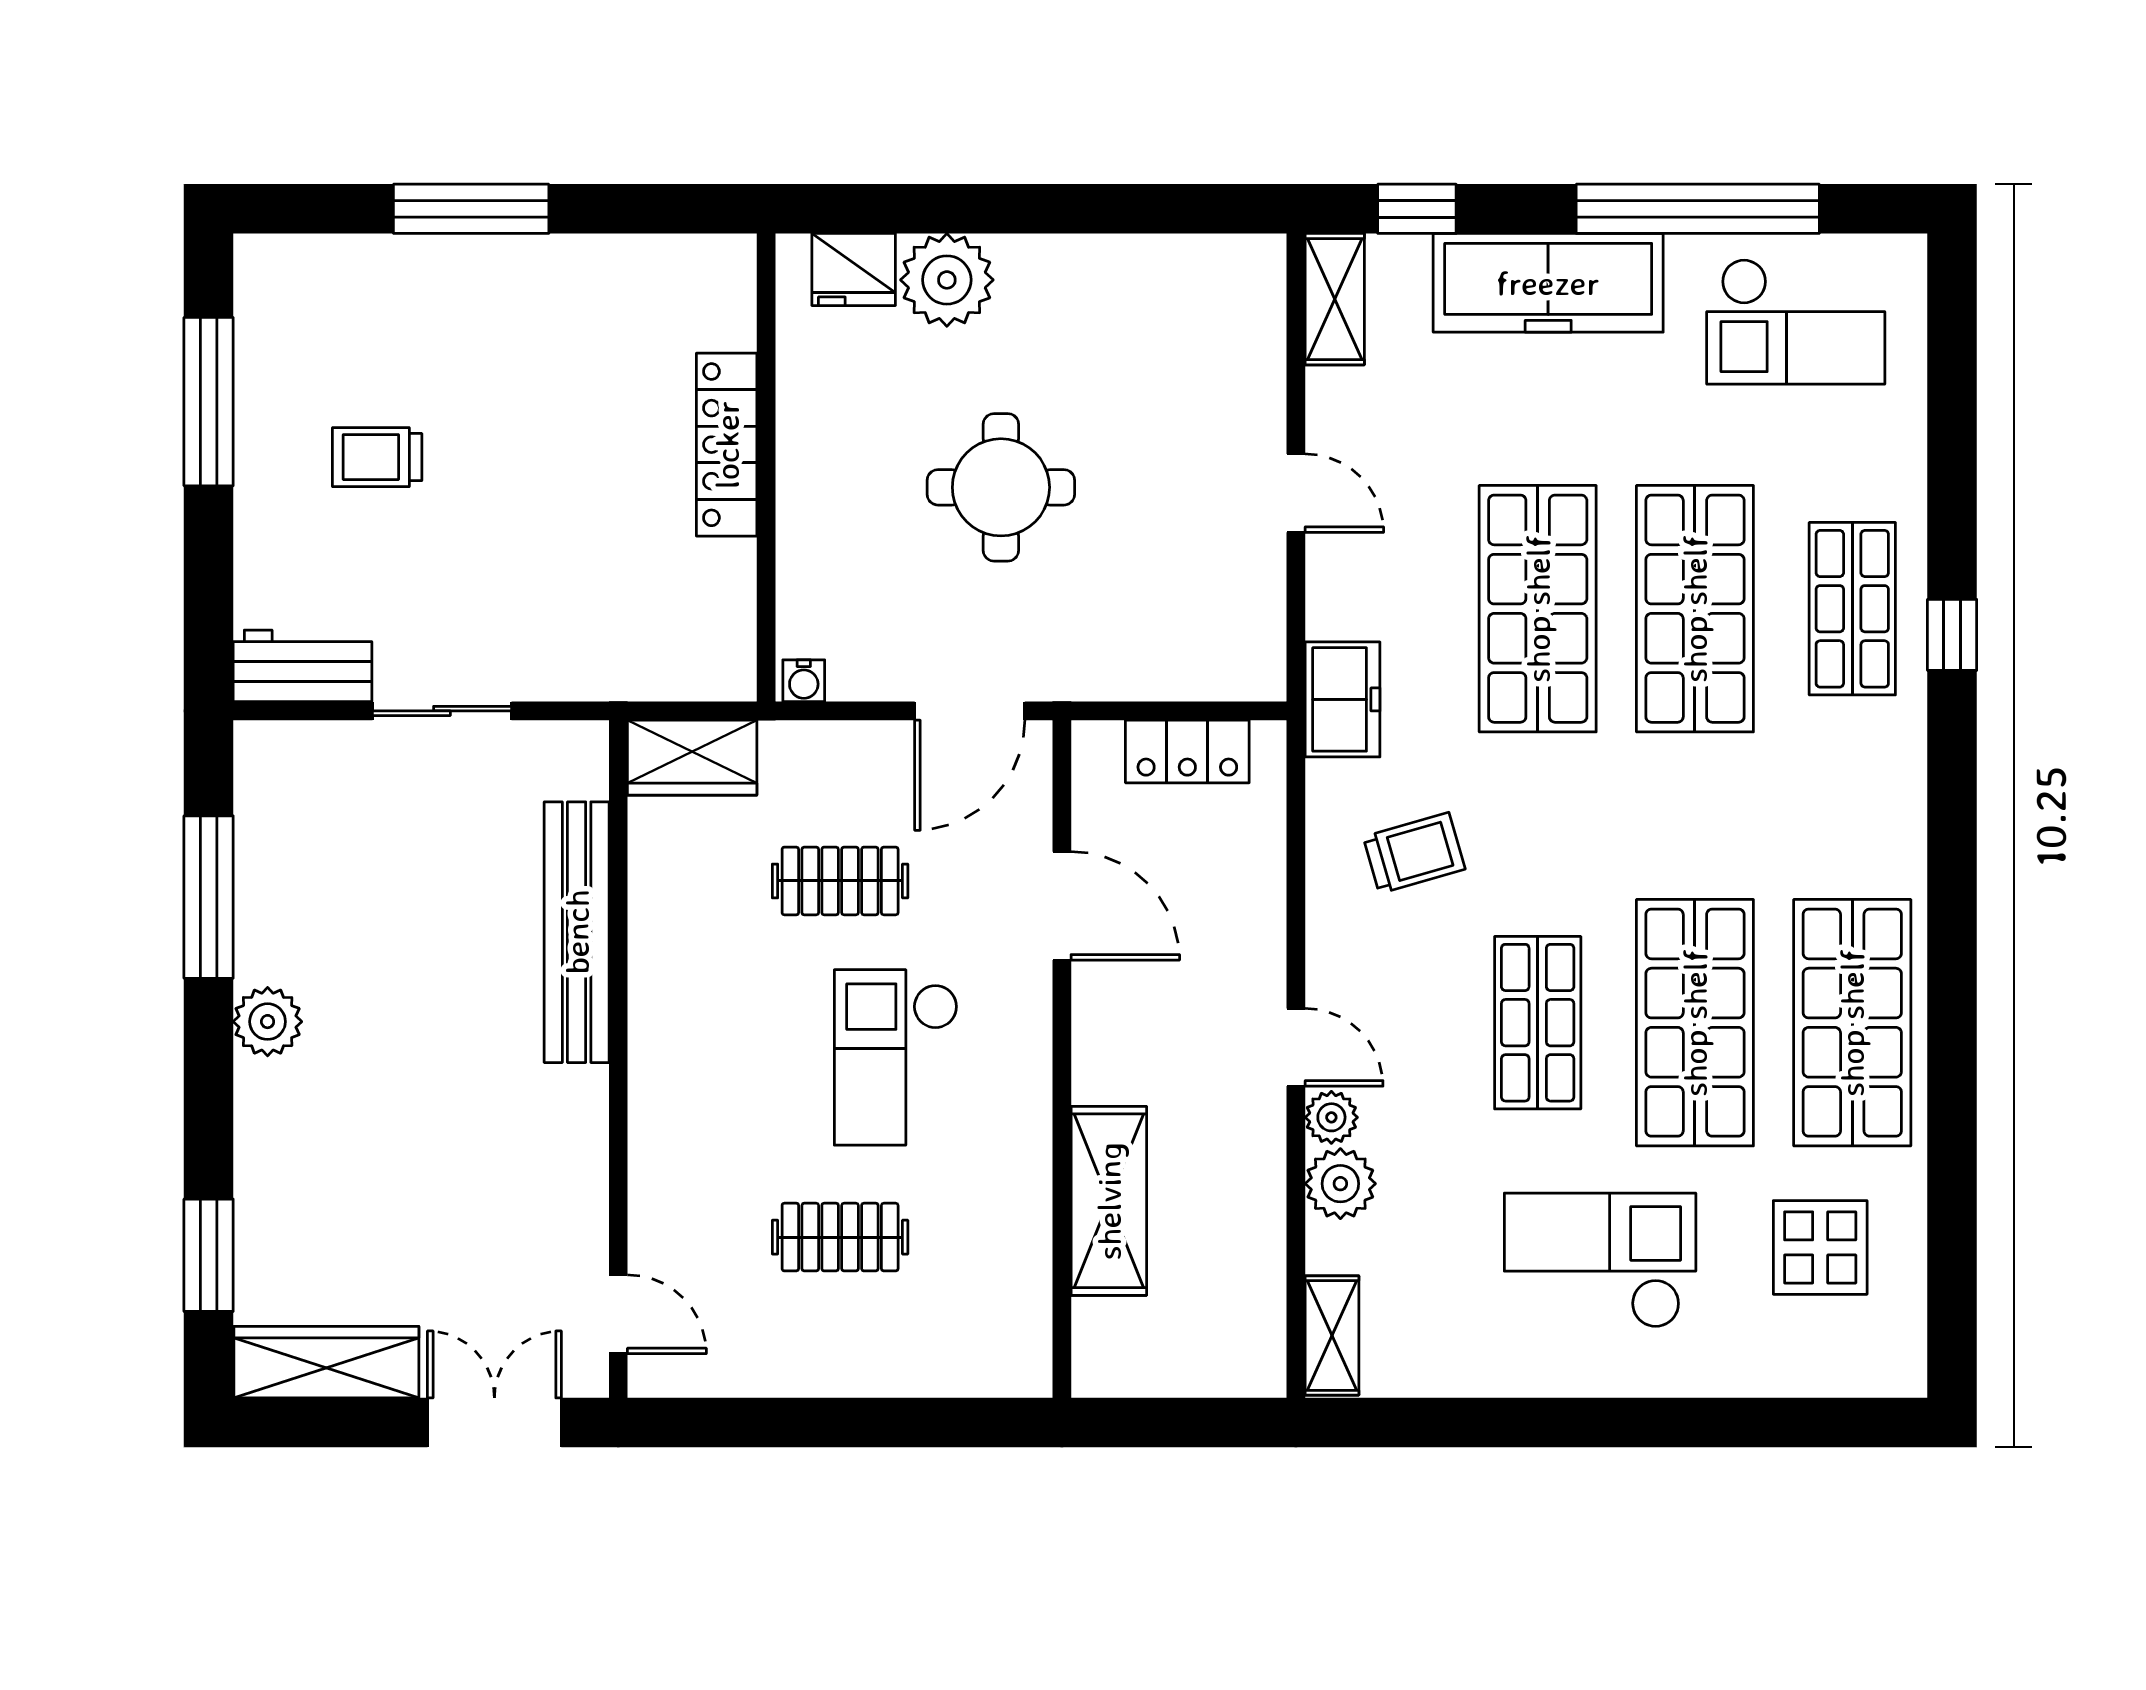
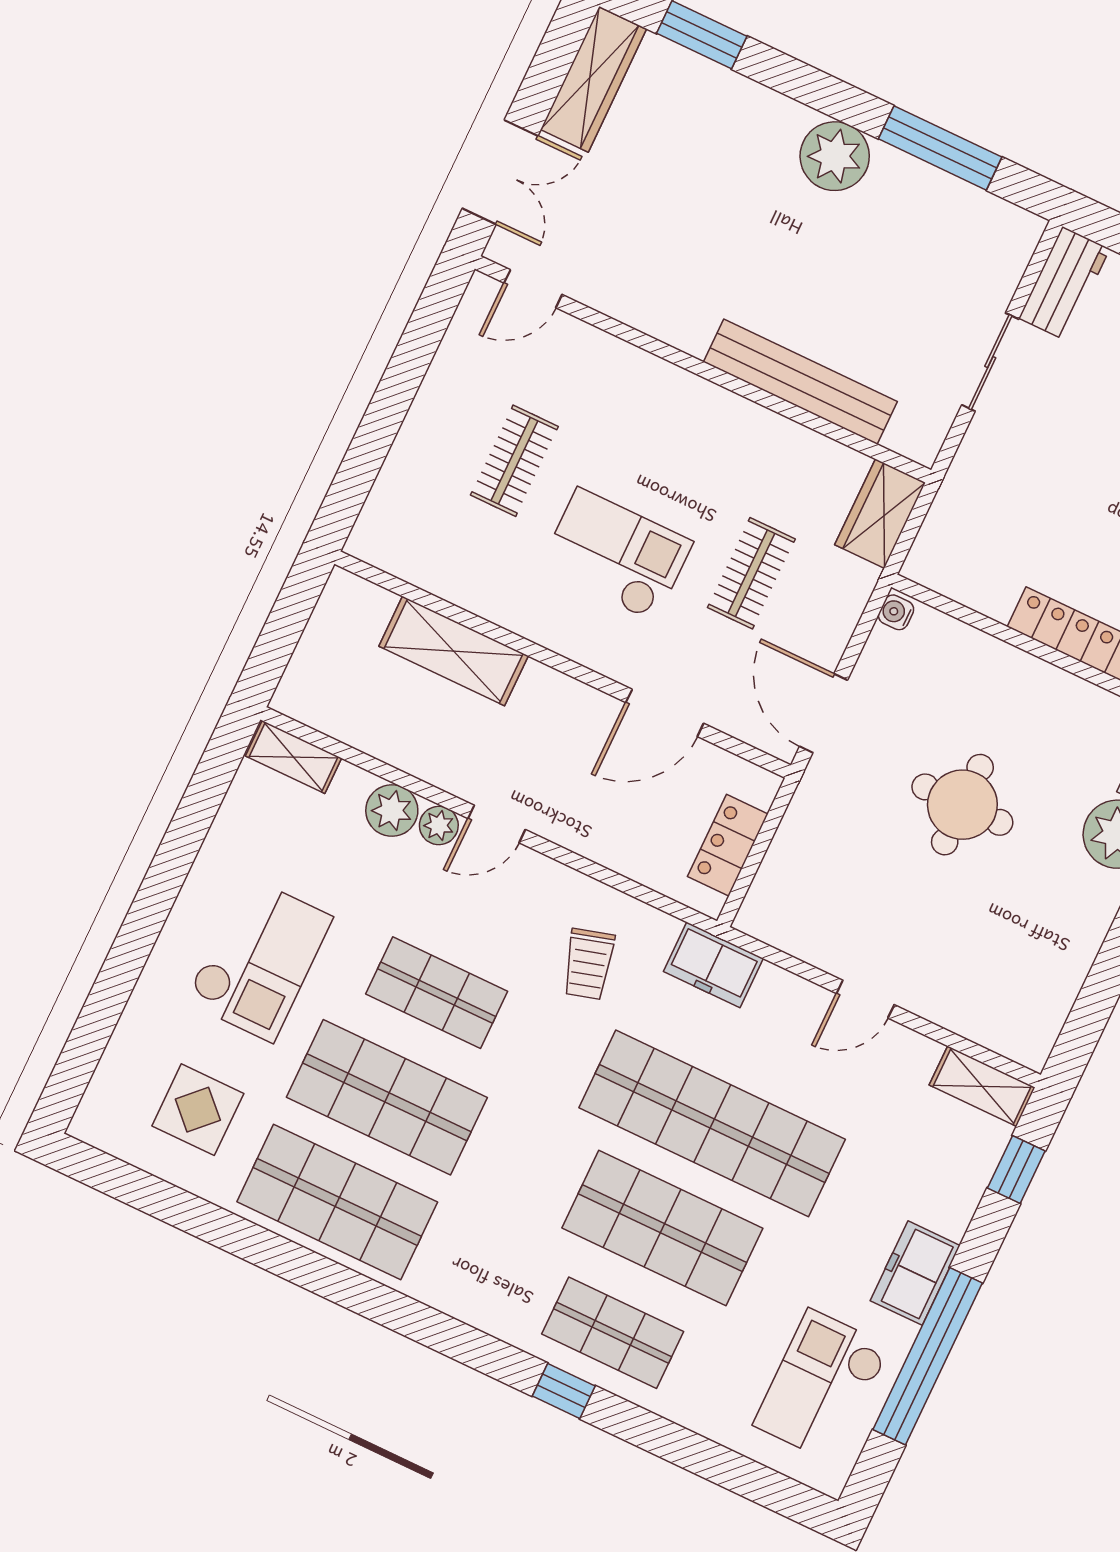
freezer: (1548, 283) -> (915, 1273), width x0.52, depth x0.79
shop shelf: (1538, 609) -> (712, 1123), width x1.40
plant: (268, 1022) -> (835, 156), width x1.36, depth x1.36

